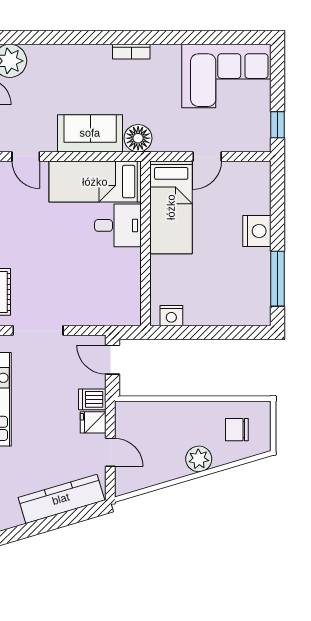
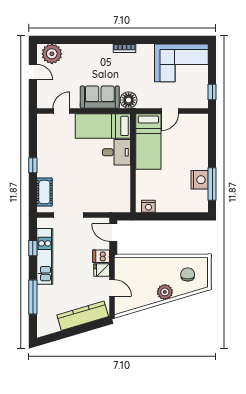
door: (26, 156) -> (61, 111), swing flipped
nightstand: (257, 231) -> (200, 180), moved
chair: (237, 430) -> (188, 274), turned 90

